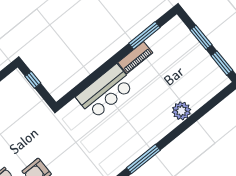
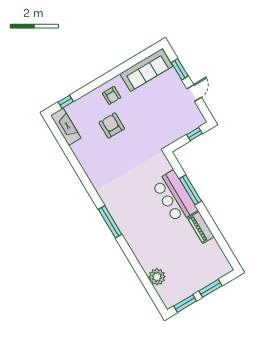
window: (144, 35) -> (190, 190), moved
plant: (181, 111) -> (157, 277), moved

